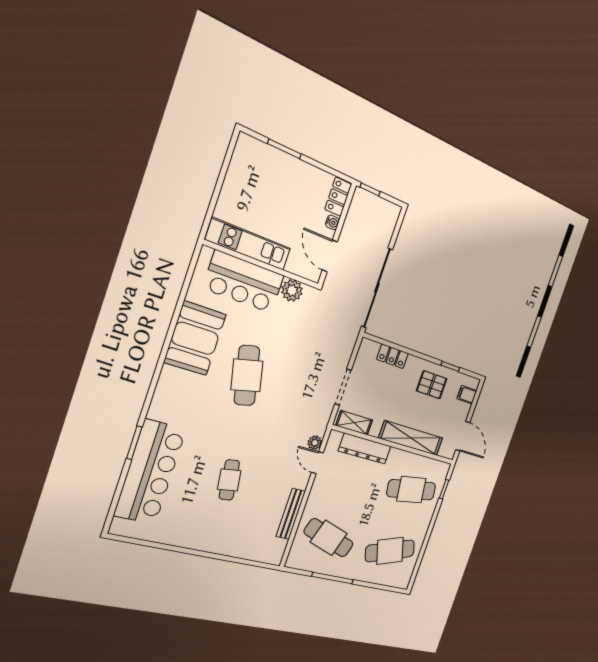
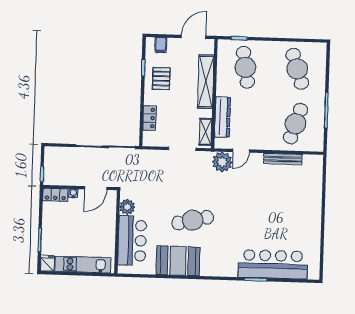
fridge: (248, 146) -> (47, 263), added
kitchen unit: (248, 244) -> (83, 265), moved, turned 90
plant: (315, 443) -> (222, 162), width x1.88, depth x1.88
cafe table: (229, 480) -> (267, 211), removed

